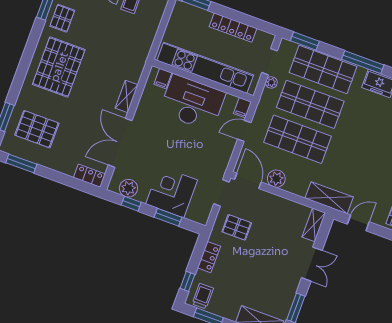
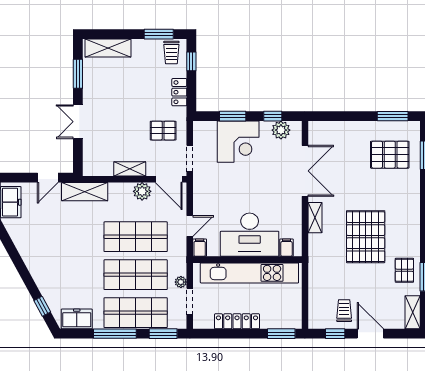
window: (363, 62) -> (115, 334), moved
pallet: (59, 67) -> (366, 237), moved
locker: (89, 176) -> (323, 128), removed
shelving: (314, 225) -> (130, 169), moved, turned 90

